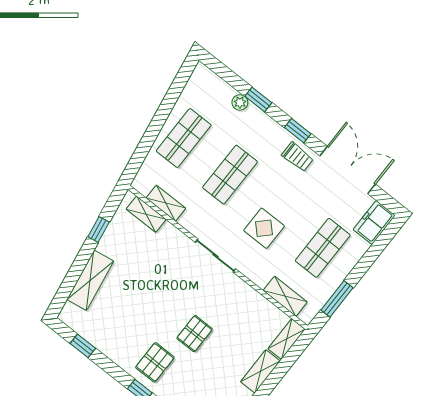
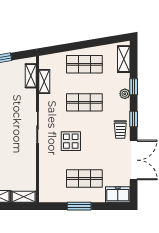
plant: (240, 102) -> (125, 94), moved
shelving: (285, 296) -> (124, 59), moved
window: (337, 299) -> (79, 206), moved

